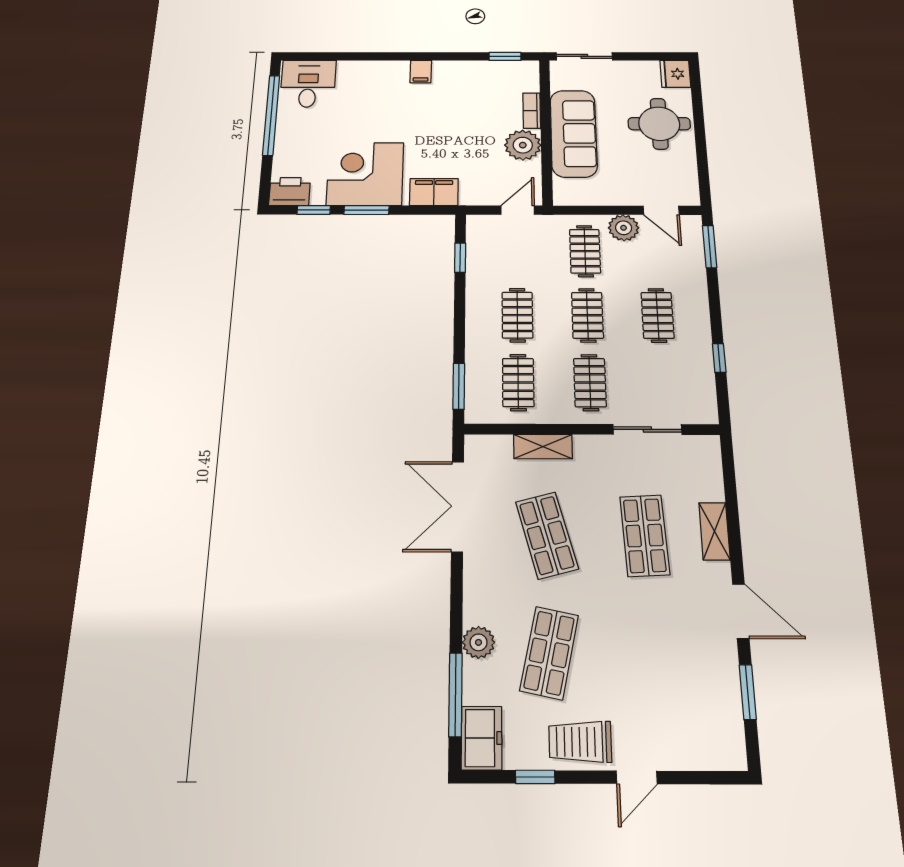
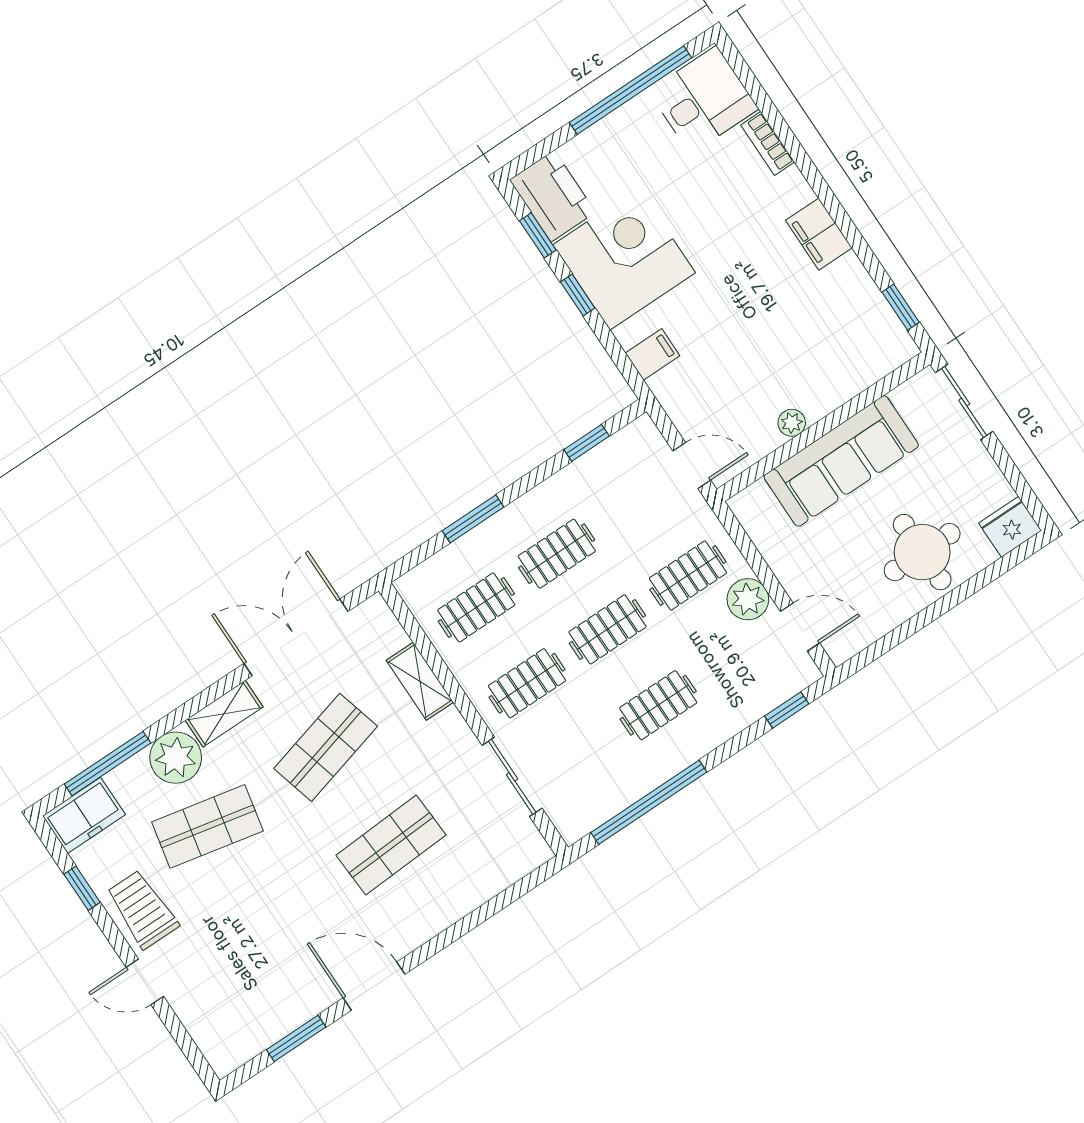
filing cabinet: (421, 72) -> (819, 234), width x2.00
bookcase: (532, 111) -> (768, 143), moved, turned -90
plant: (523, 145) -> (792, 423), width x0.53, depth x0.53
printer: (290, 191) -> (553, 196), width x1.37, depth x1.19
filing cabinet: (434, 192) -> (653, 354), width x0.50
window: (367, 210) -> (578, 295), width x0.67
door: (661, 210) -> (800, 627), swing flipped
window: (710, 247) -> (787, 710), width x0.67
window: (719, 358) -> (649, 802), width x3.17
window: (459, 386) -> (473, 519), moved
shelving: (715, 531) -> (224, 714), moved
door: (741, 611) -> (374, 986), swing flipped
plant: (479, 642) -> (176, 758), width x1.36, depth x1.36

